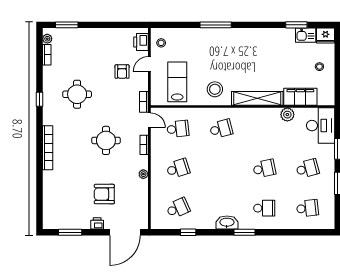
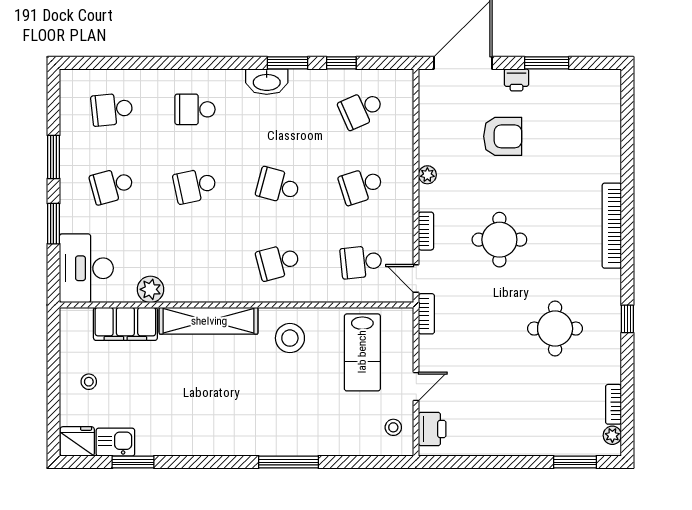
armchair: (122, 72) -> (468, 372), removed
school desk: (221, 168) -> (278, 186), added
window: (70, 232) -> (547, 63), moved
window: (244, 232) -> (288, 63), moved

